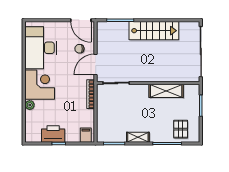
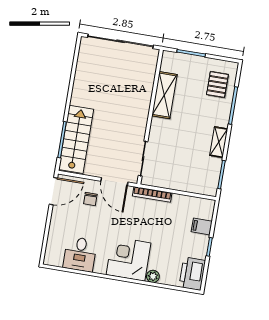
stairs: (154, 31) -> (76, 139), moved
desk: (41, 48) -> (80, 254), width x0.53, depth x0.77
pallet: (181, 129) -> (217, 85), turned 90
printer: (53, 134) -> (192, 274), moved
filing cabinet: (86, 135) -> (202, 226), moved

